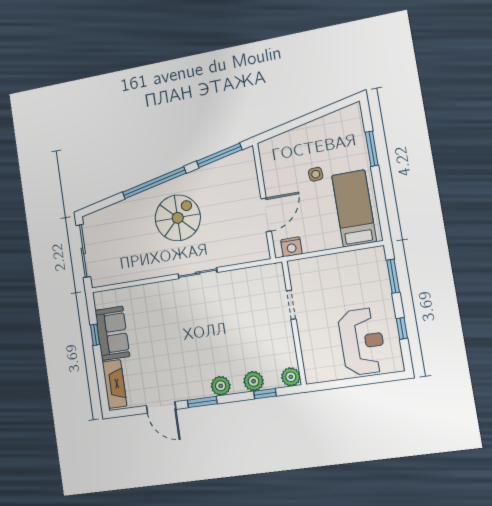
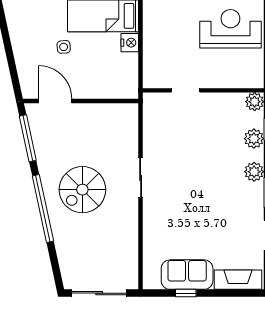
door: (266, 215) -> (55, 101), moved
spiral stairs: (178, 218) -> (82, 190), turned -90
nightstand: (291, 247) -> (130, 43), moved

